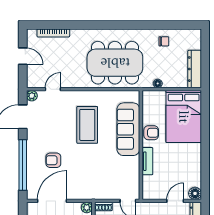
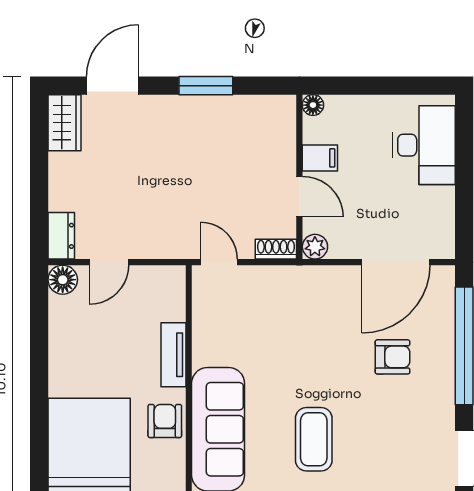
coffee table: (87, 125) -> (314, 439), width x0.73, depth x0.76
armchair: (151, 133) -> (165, 421), turned 90

